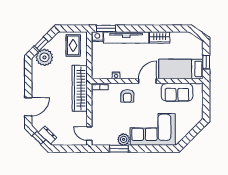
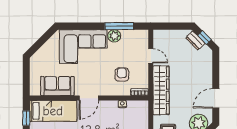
armchair: (127, 96) -> (122, 75), moved
door: (28, 107) -> (216, 98), moved
door: (89, 134) -> (151, 56), moved
window: (119, 149) -> (119, 26), width x1.44

